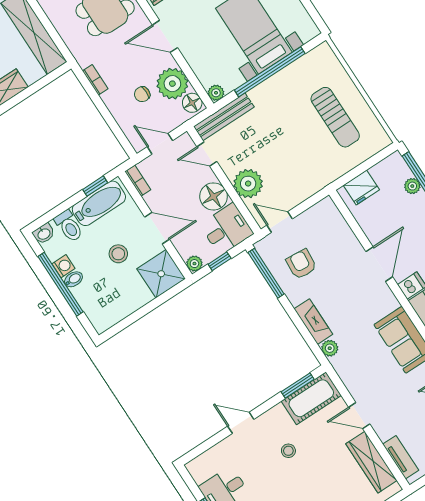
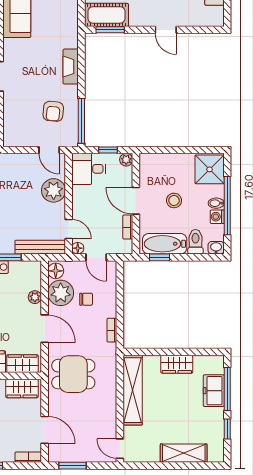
plant: (216, 93) -> (35, 297), moved
bookcase: (138, 181) -> (128, 227), moved
floor lamp: (214, 196) -> (78, 248), moved, width x0.53, depth x0.53
shower: (161, 274) -> (210, 169), moved
plant: (330, 348) -> (71, 41), removed

